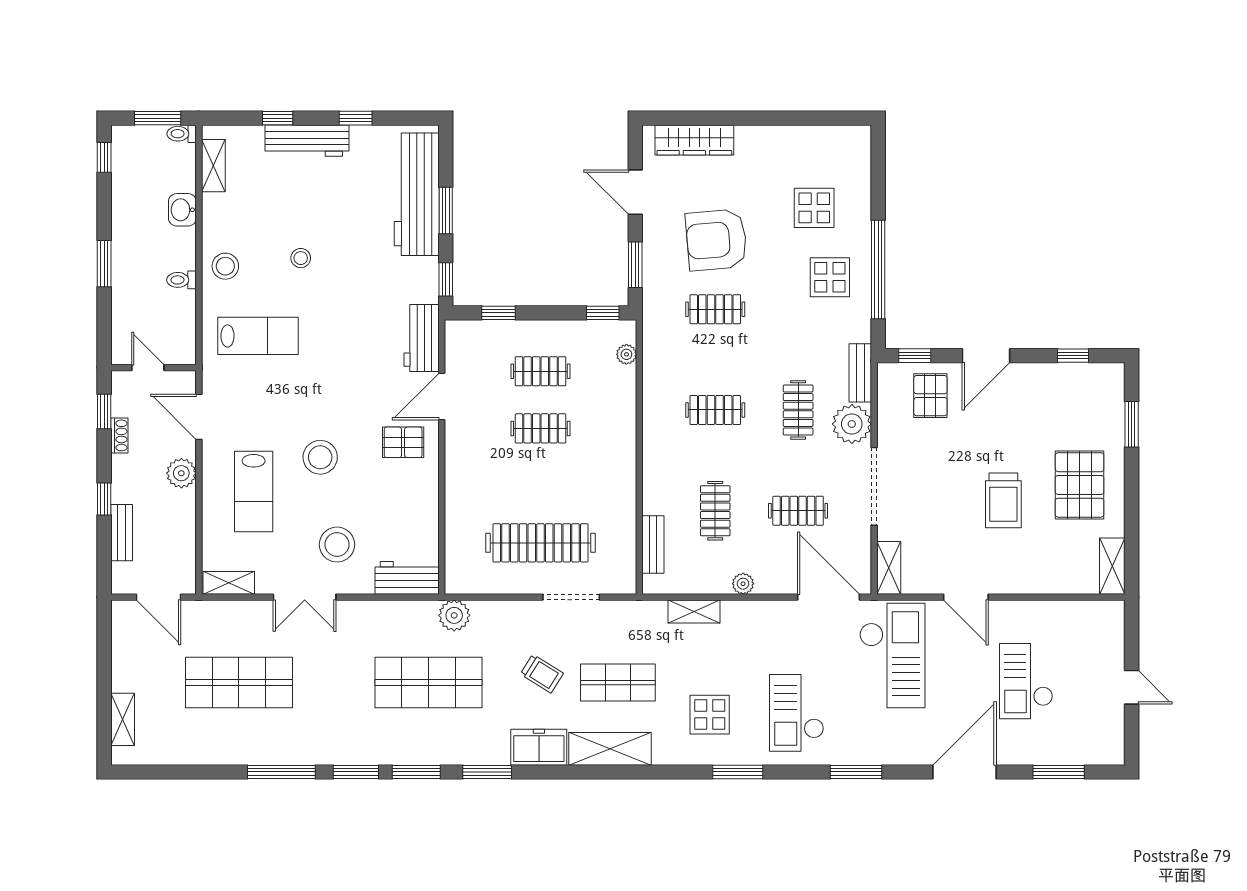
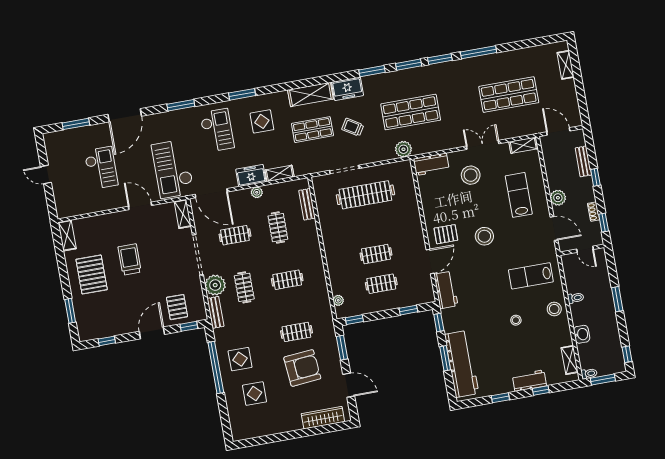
workbench: (307, 141) -> (529, 381), width x0.73
stool: (320, 457) -> (484, 236), moved
freezer: (748, 617) -> (251, 176), added

